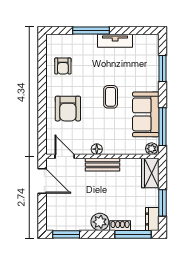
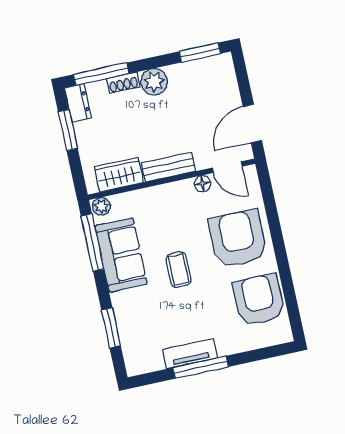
window: (91, 30) -> (201, 367), moved
armchair: (63, 66) -> (259, 300), width x1.88, depth x1.88
armchair: (68, 109) -> (238, 239), width x1.36, depth x1.36
floor lamp: (97, 149) -> (203, 184), moved
wardrobe: (150, 173) -> (119, 175), moved, turned -90
door: (42, 181) -> (252, 124), hinge flipped

